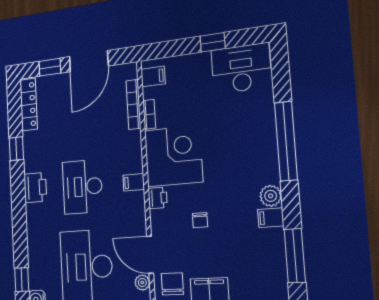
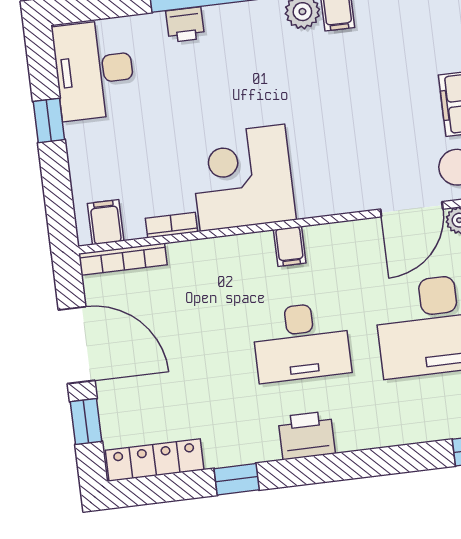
bookcase: (133, 104) -> (123, 259), moved
printer: (158, 198) -> (185, 25), moved, turned 180
chair: (200, 220) -> (348, 126), removed

